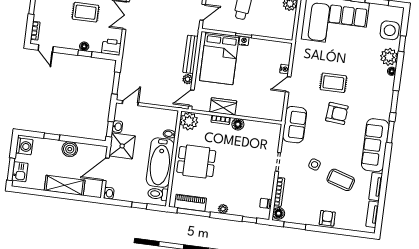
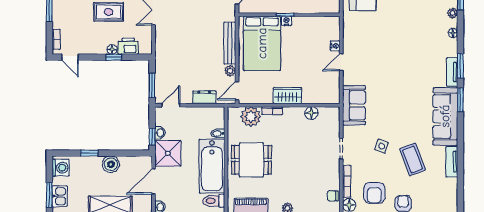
printer: (111, 47) -> (128, 46), moved
plant: (389, 57) -> (452, 13), width x0.53, depth x0.53
rug: (333, 83) -> (391, 54), removed
dresser: (161, 100) -> (204, 97), added
wardrobe: (223, 106) -> (287, 96), moved
armchair: (337, 113) -> (374, 193), moved, turned 85
plant: (189, 121) -> (251, 117), moved
floor lamp: (238, 124) -> (311, 113), moved
coffee table: (341, 180) -> (413, 159), turned 52
tv unit: (372, 214) -> (452, 72), moved

